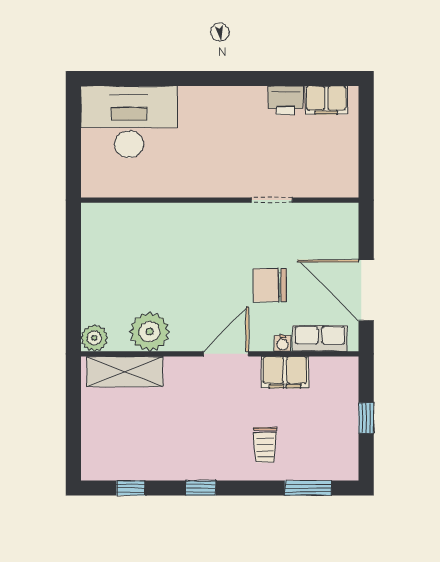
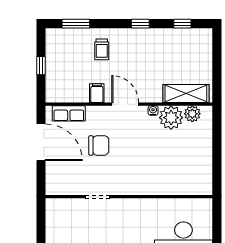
plant: (94, 338) -> (192, 114), moved
water cooler: (283, 343) -> (153, 111), moved
door: (226, 354) -> (125, 104), swing flipped
filing cabinet: (285, 372) -> (97, 93), width x0.50
trolley: (265, 445) -> (102, 49), turned 180

